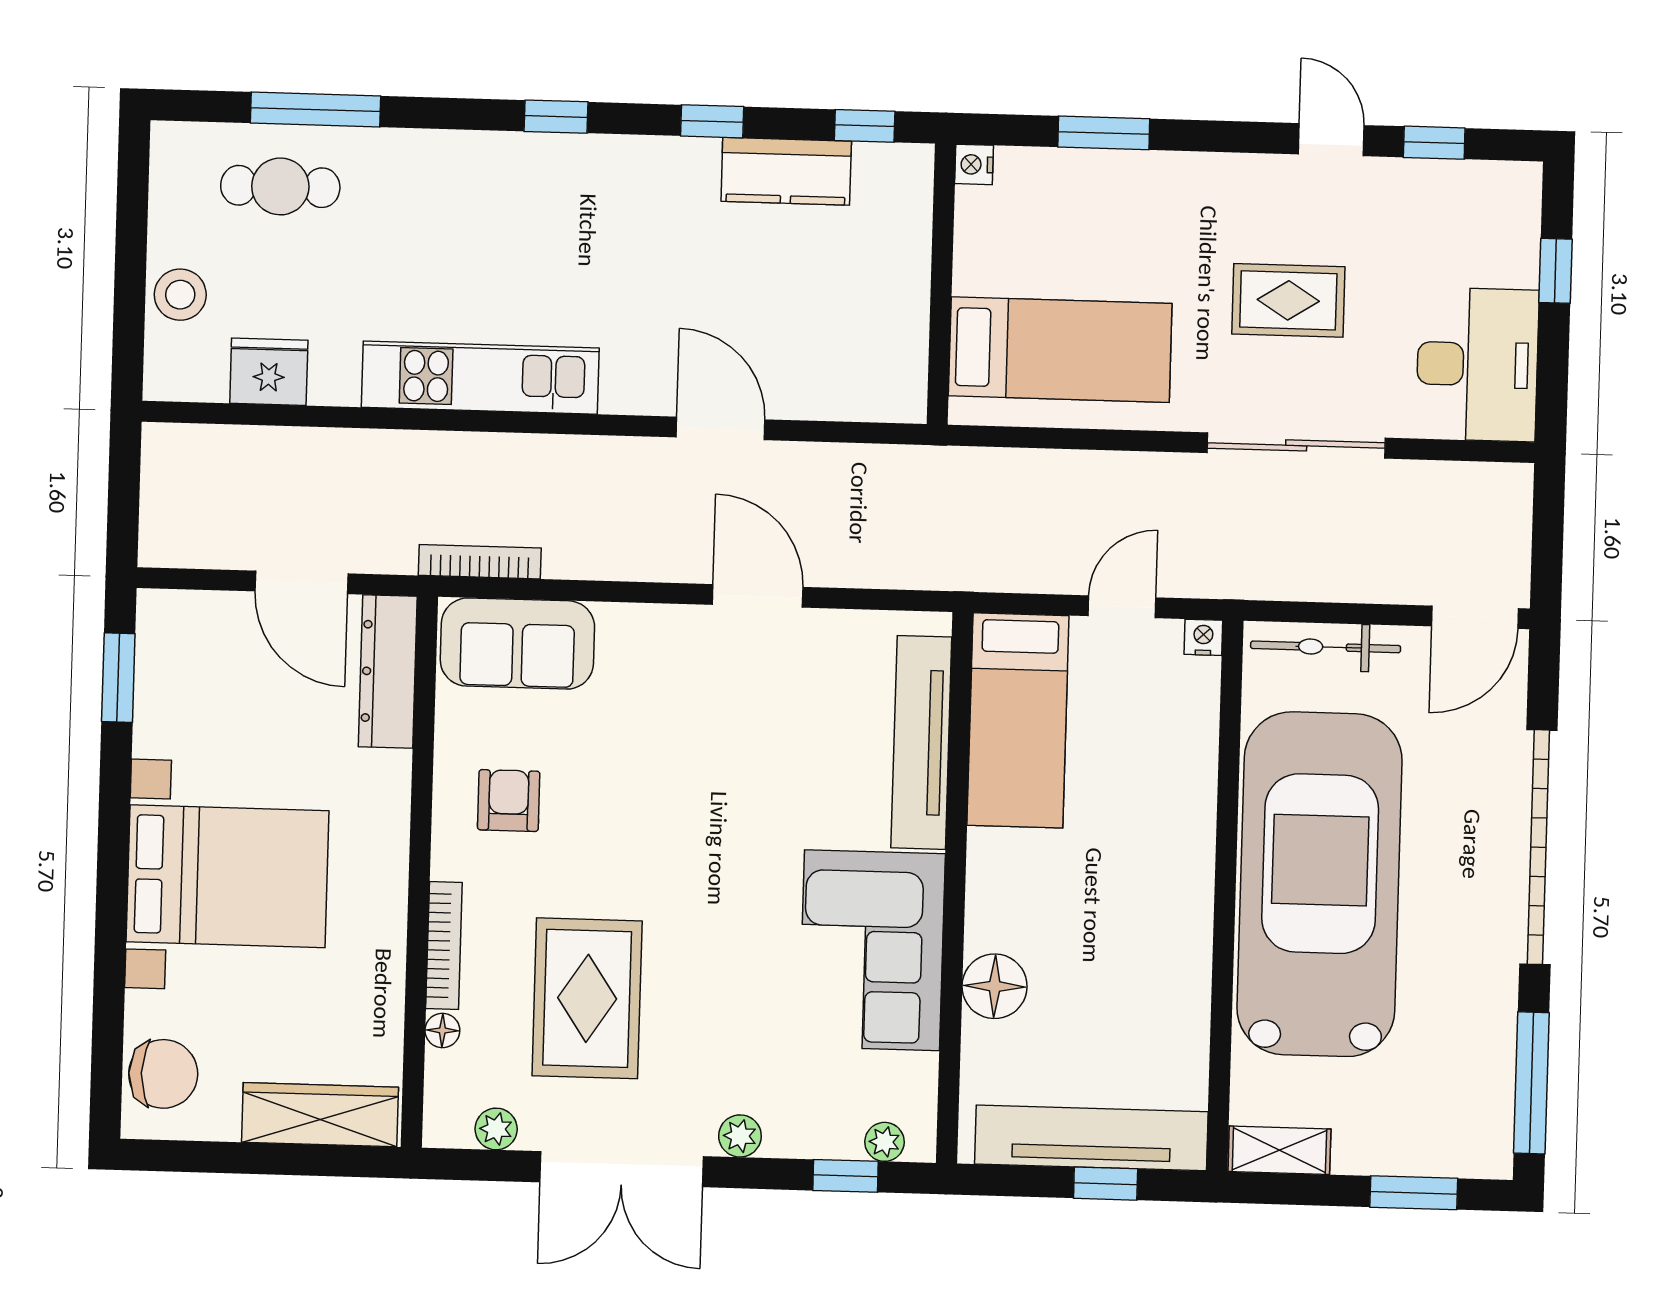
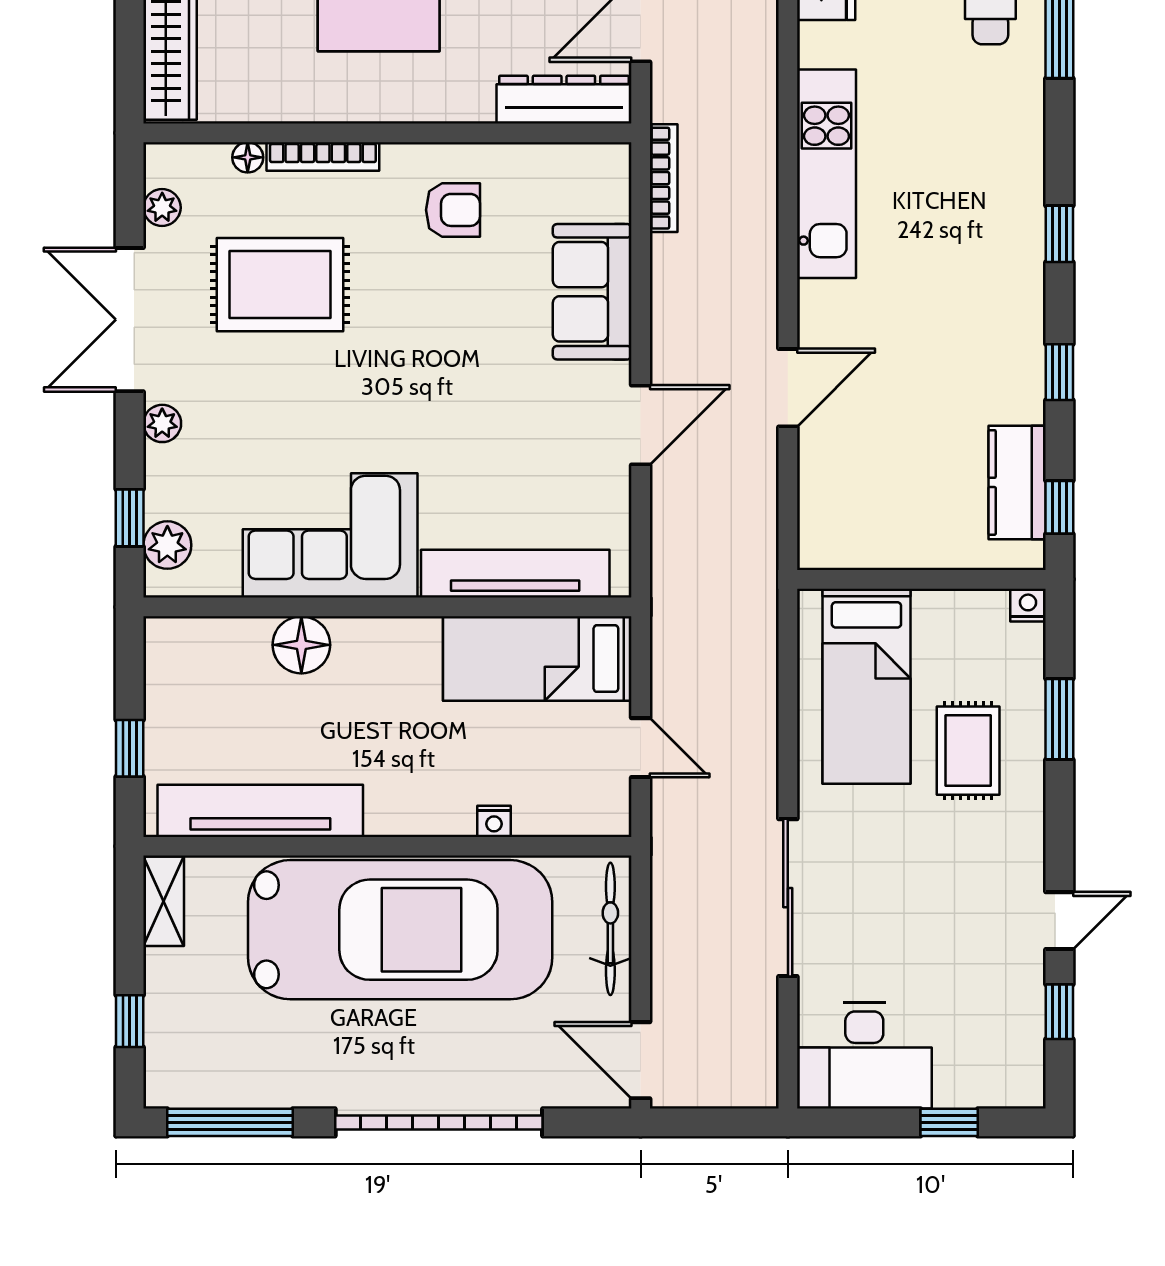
kitchen counter: (786, 171) -> (1017, 482), moved
rug: (1288, 300) -> (968, 751), moved
nightstand: (1203, 637) -> (494, 821), moved, turned 90
sofa: (517, 643) -> (592, 292), moved
tv unit: (1091, 1138) -> (260, 811), moved, turned -90
plant: (885, 1142) -> (167, 545), width x1.38, depth x1.38
window: (1414, 1193) -> (130, 1021), width x0.67

